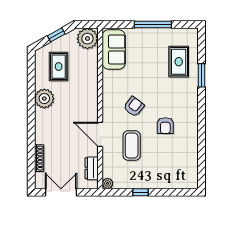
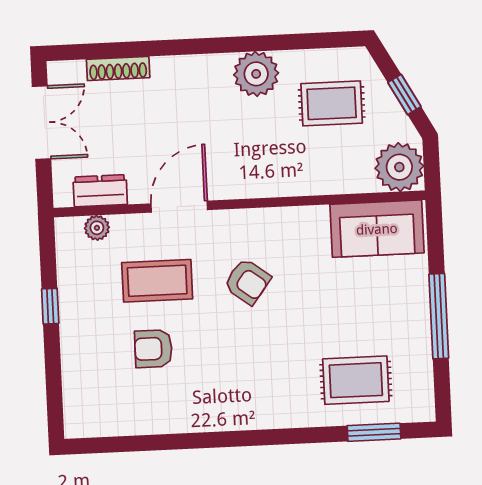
window: (202, 75) -> (374, 432), moved
armchair: (165, 126) -> (153, 349), moved
plant: (108, 183) -> (97, 228), moved

